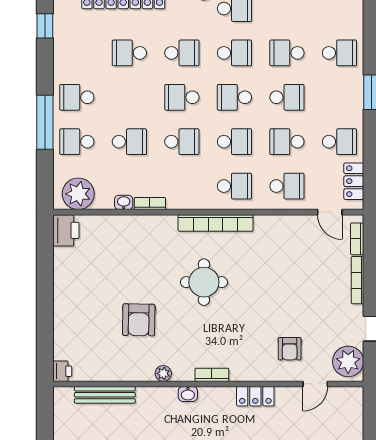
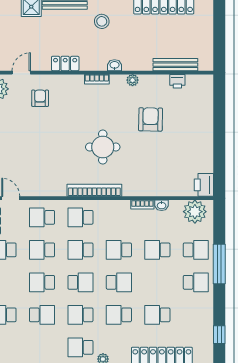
school desk: (129, 53) -> (157, 315), turned 180
school desk: (287, 142) -> (42, 250), turned 180
printer: (62, 371) -> (177, 81), moved, turned -90

